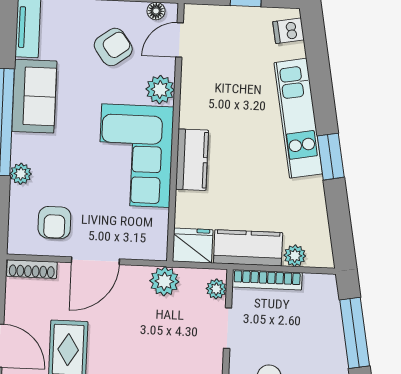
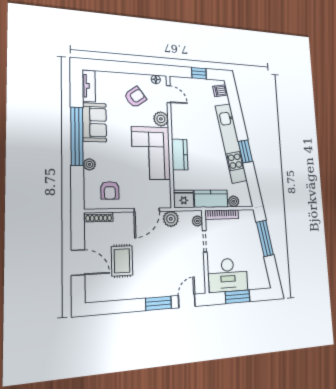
door: (179, 40) -> (169, 94), swing flipped
kitchen unit: (298, 118) -> (231, 143), width x1.36
door: (95, 261) -> (147, 210), moved

